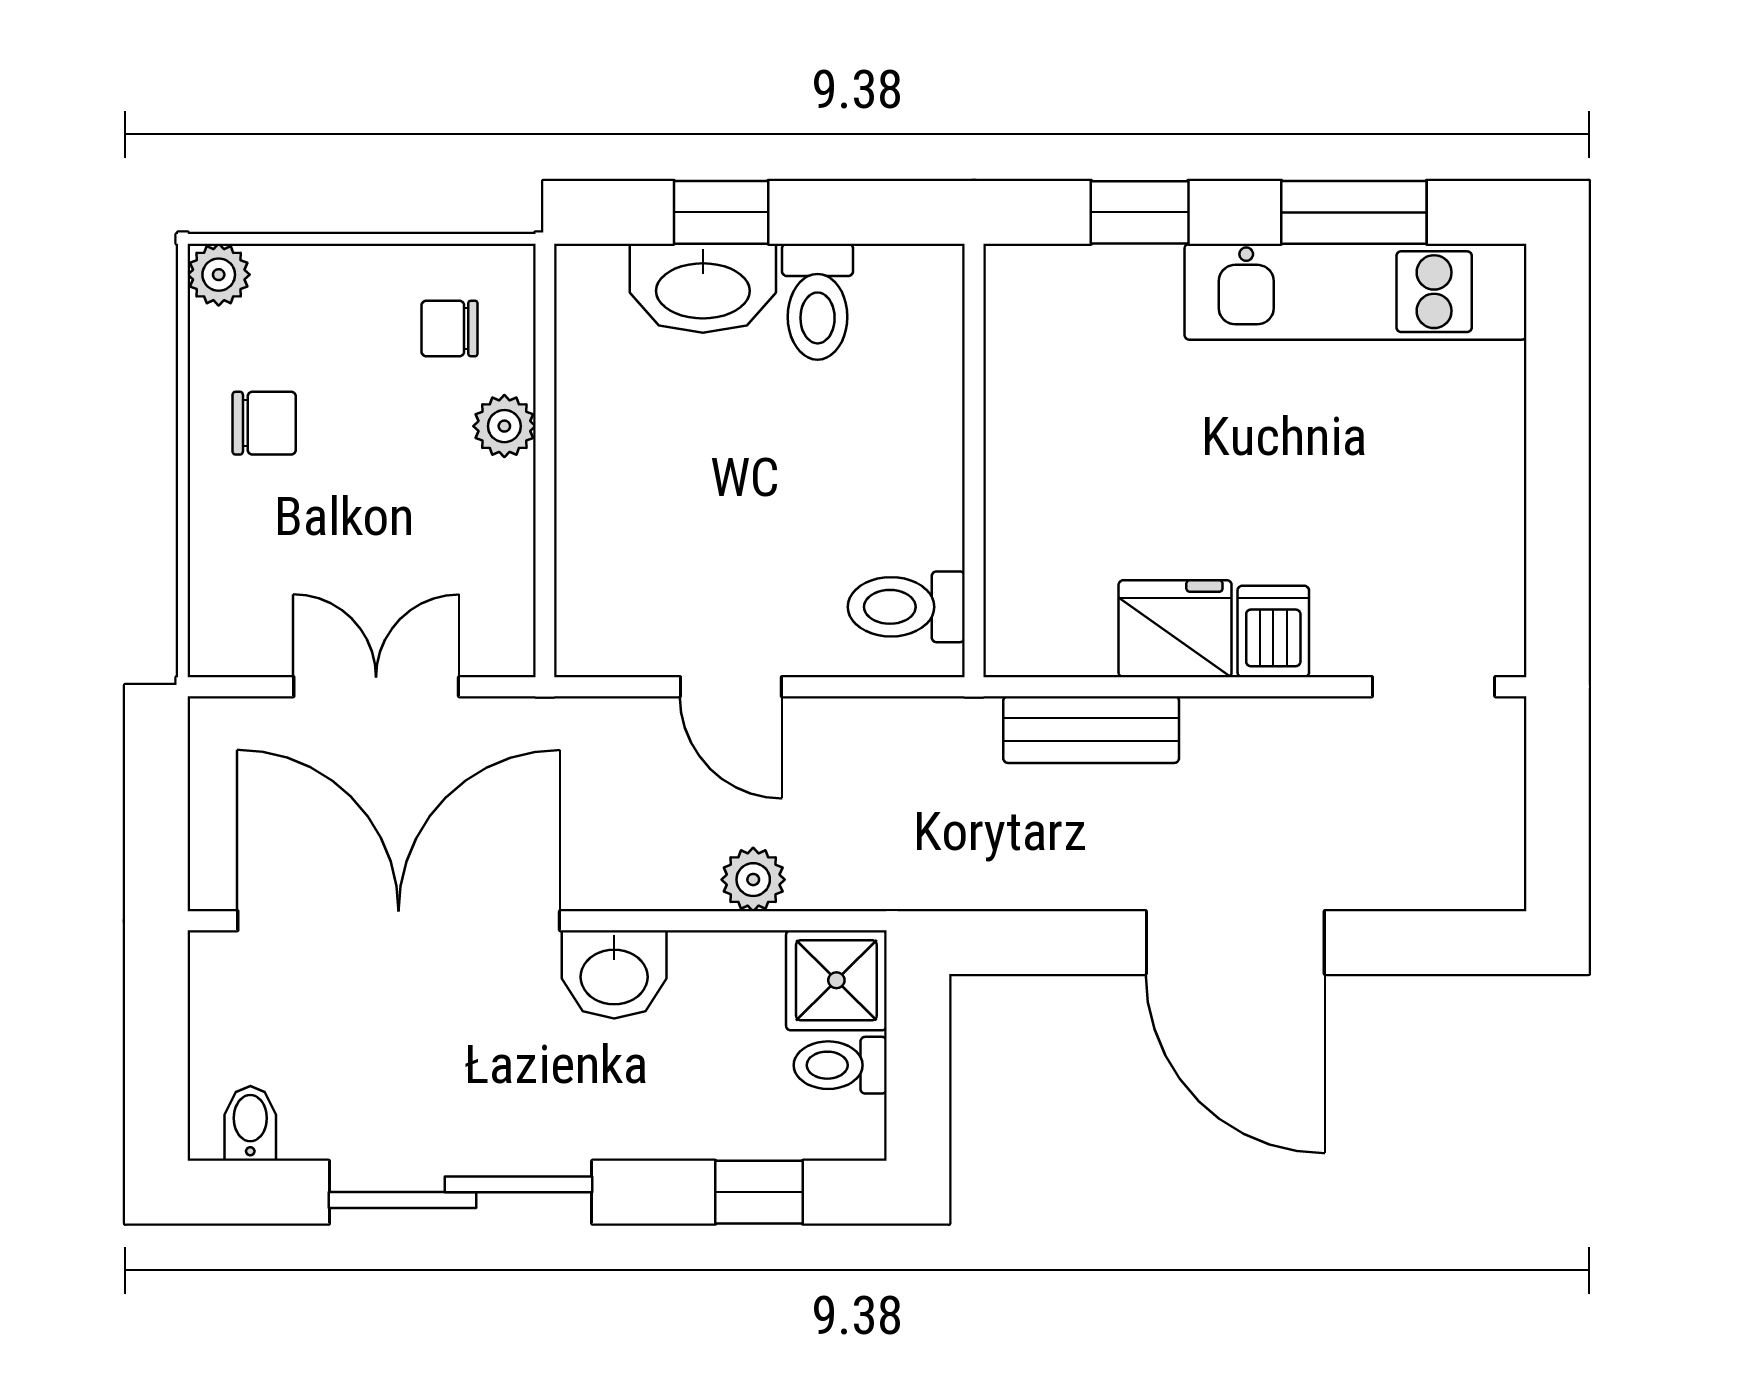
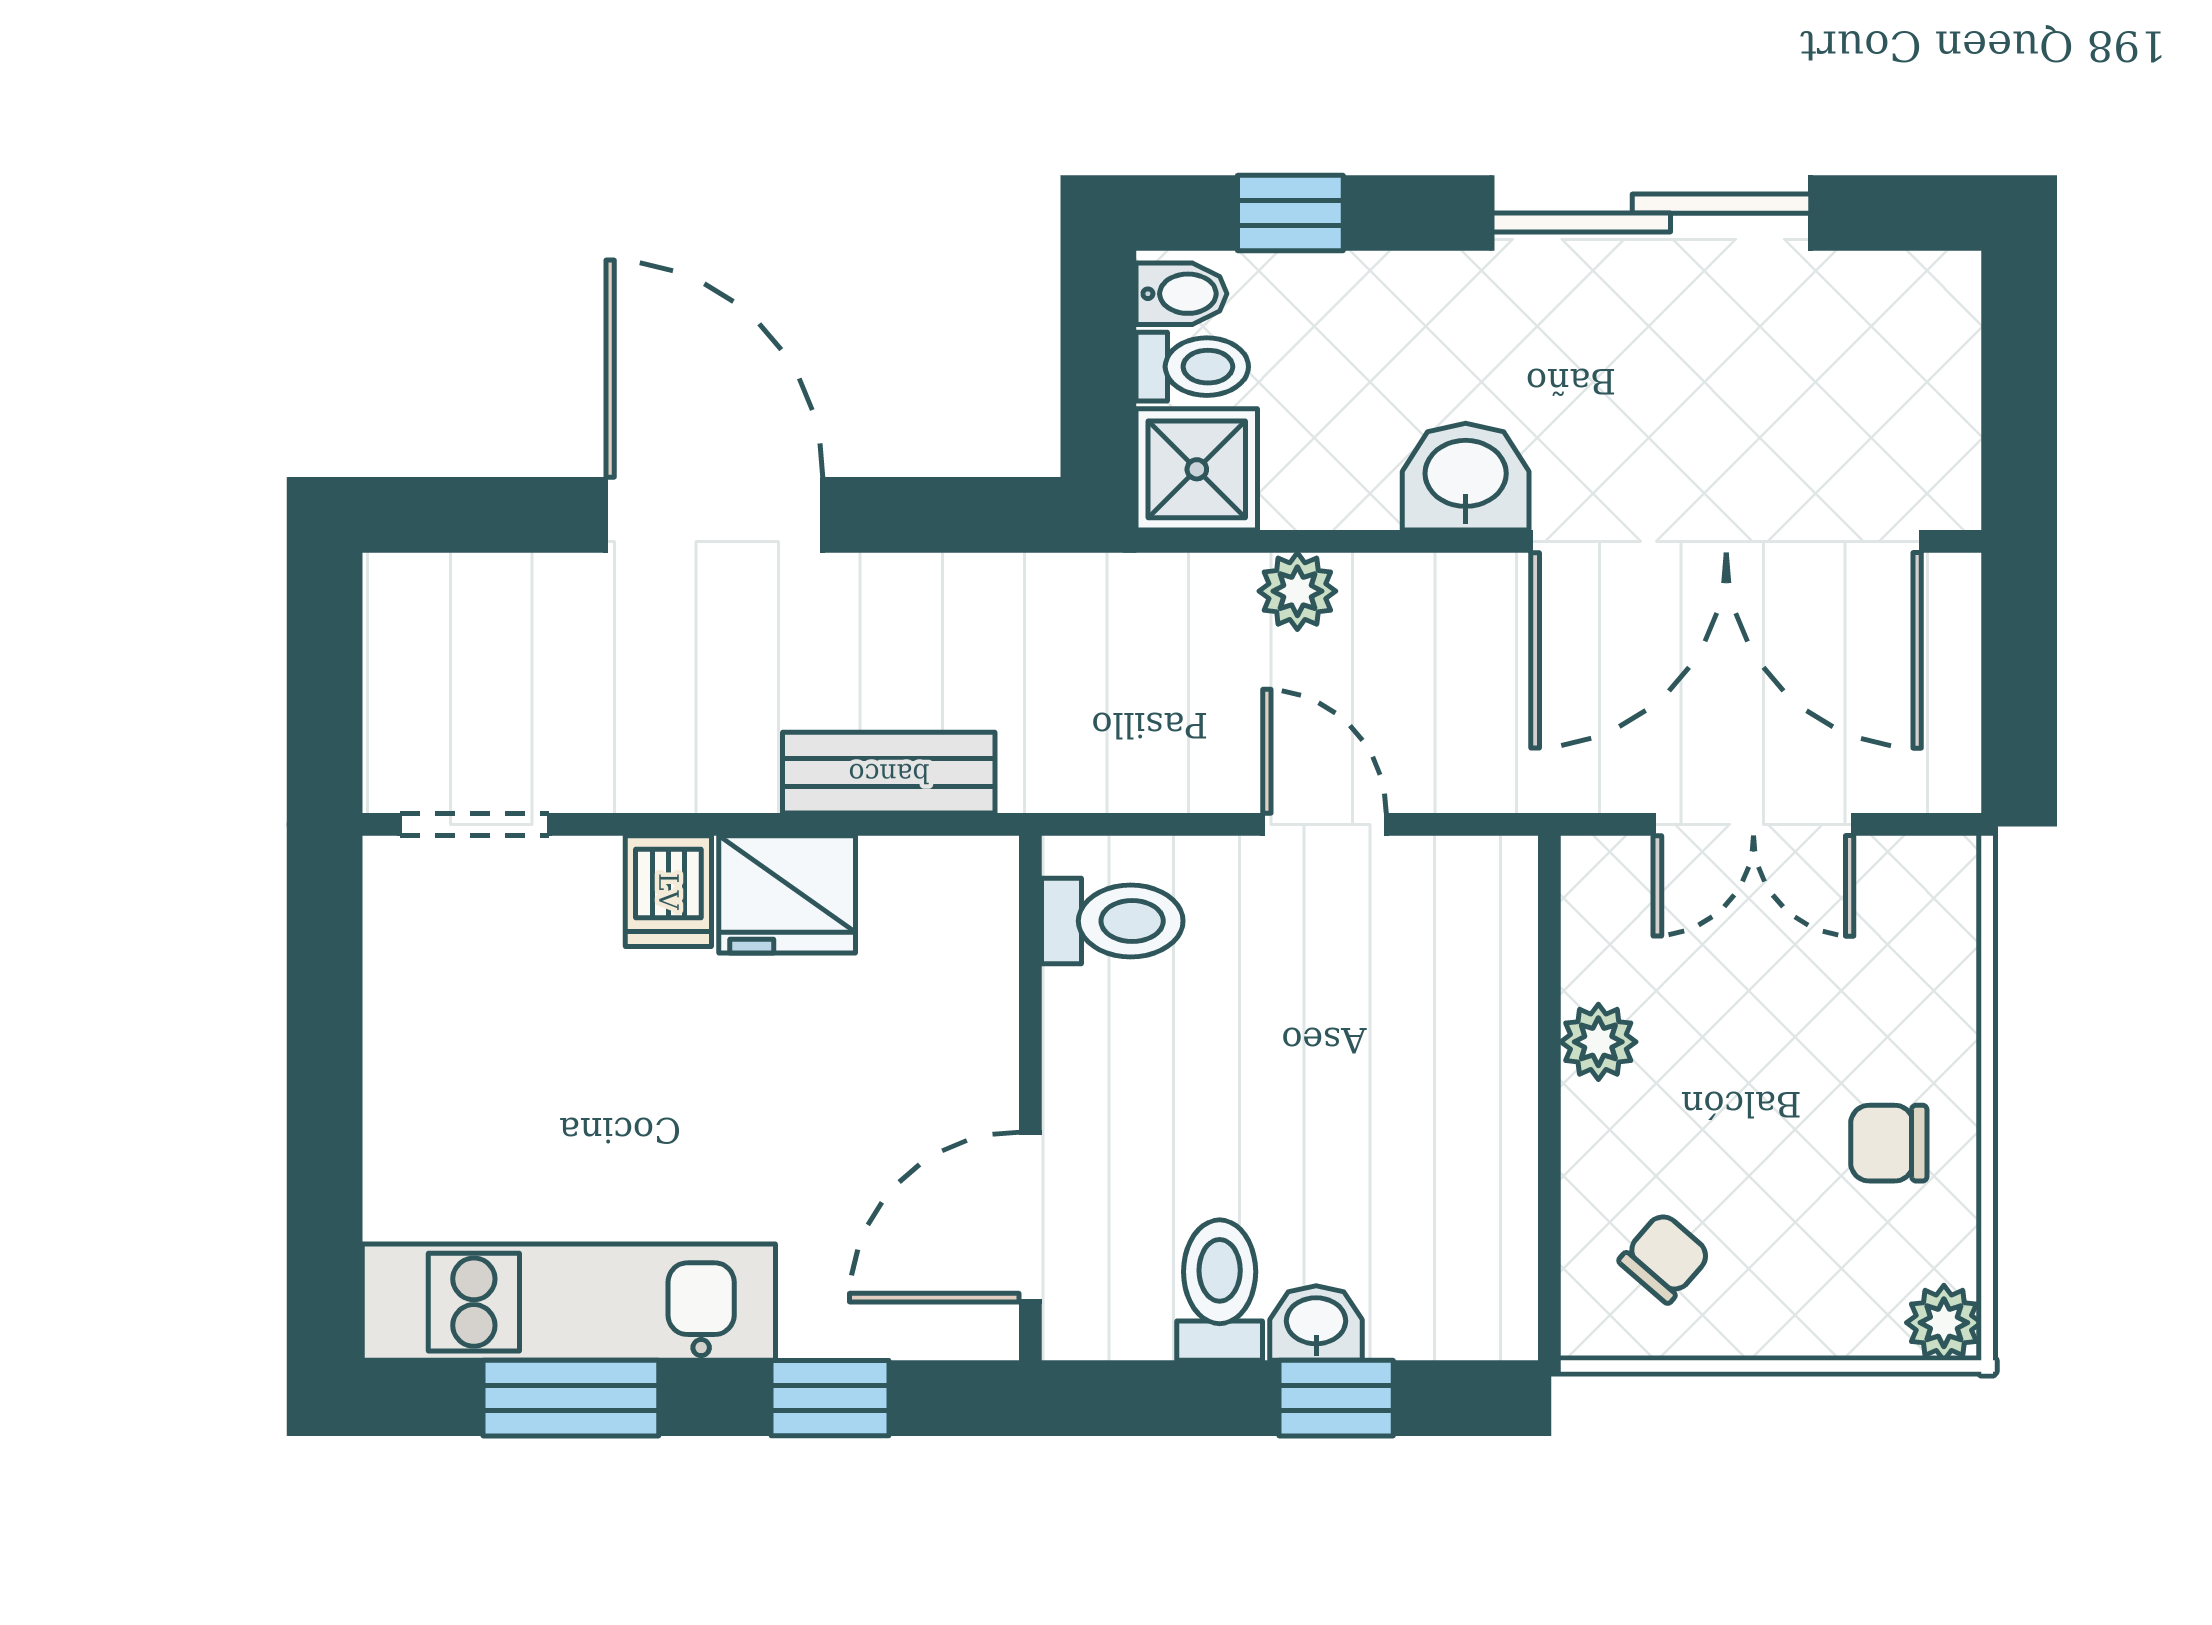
washbasin: (703, 288) -> (1316, 1323), width x0.52, depth x0.69
chair: (450, 328) -> (1665, 1258), turned -49
door: (974, 362) -> (1030, 1217), added
plant: (504, 426) -> (1598, 1042), moved
bidet: (250, 1123) -> (1182, 294), moved, turned -90

